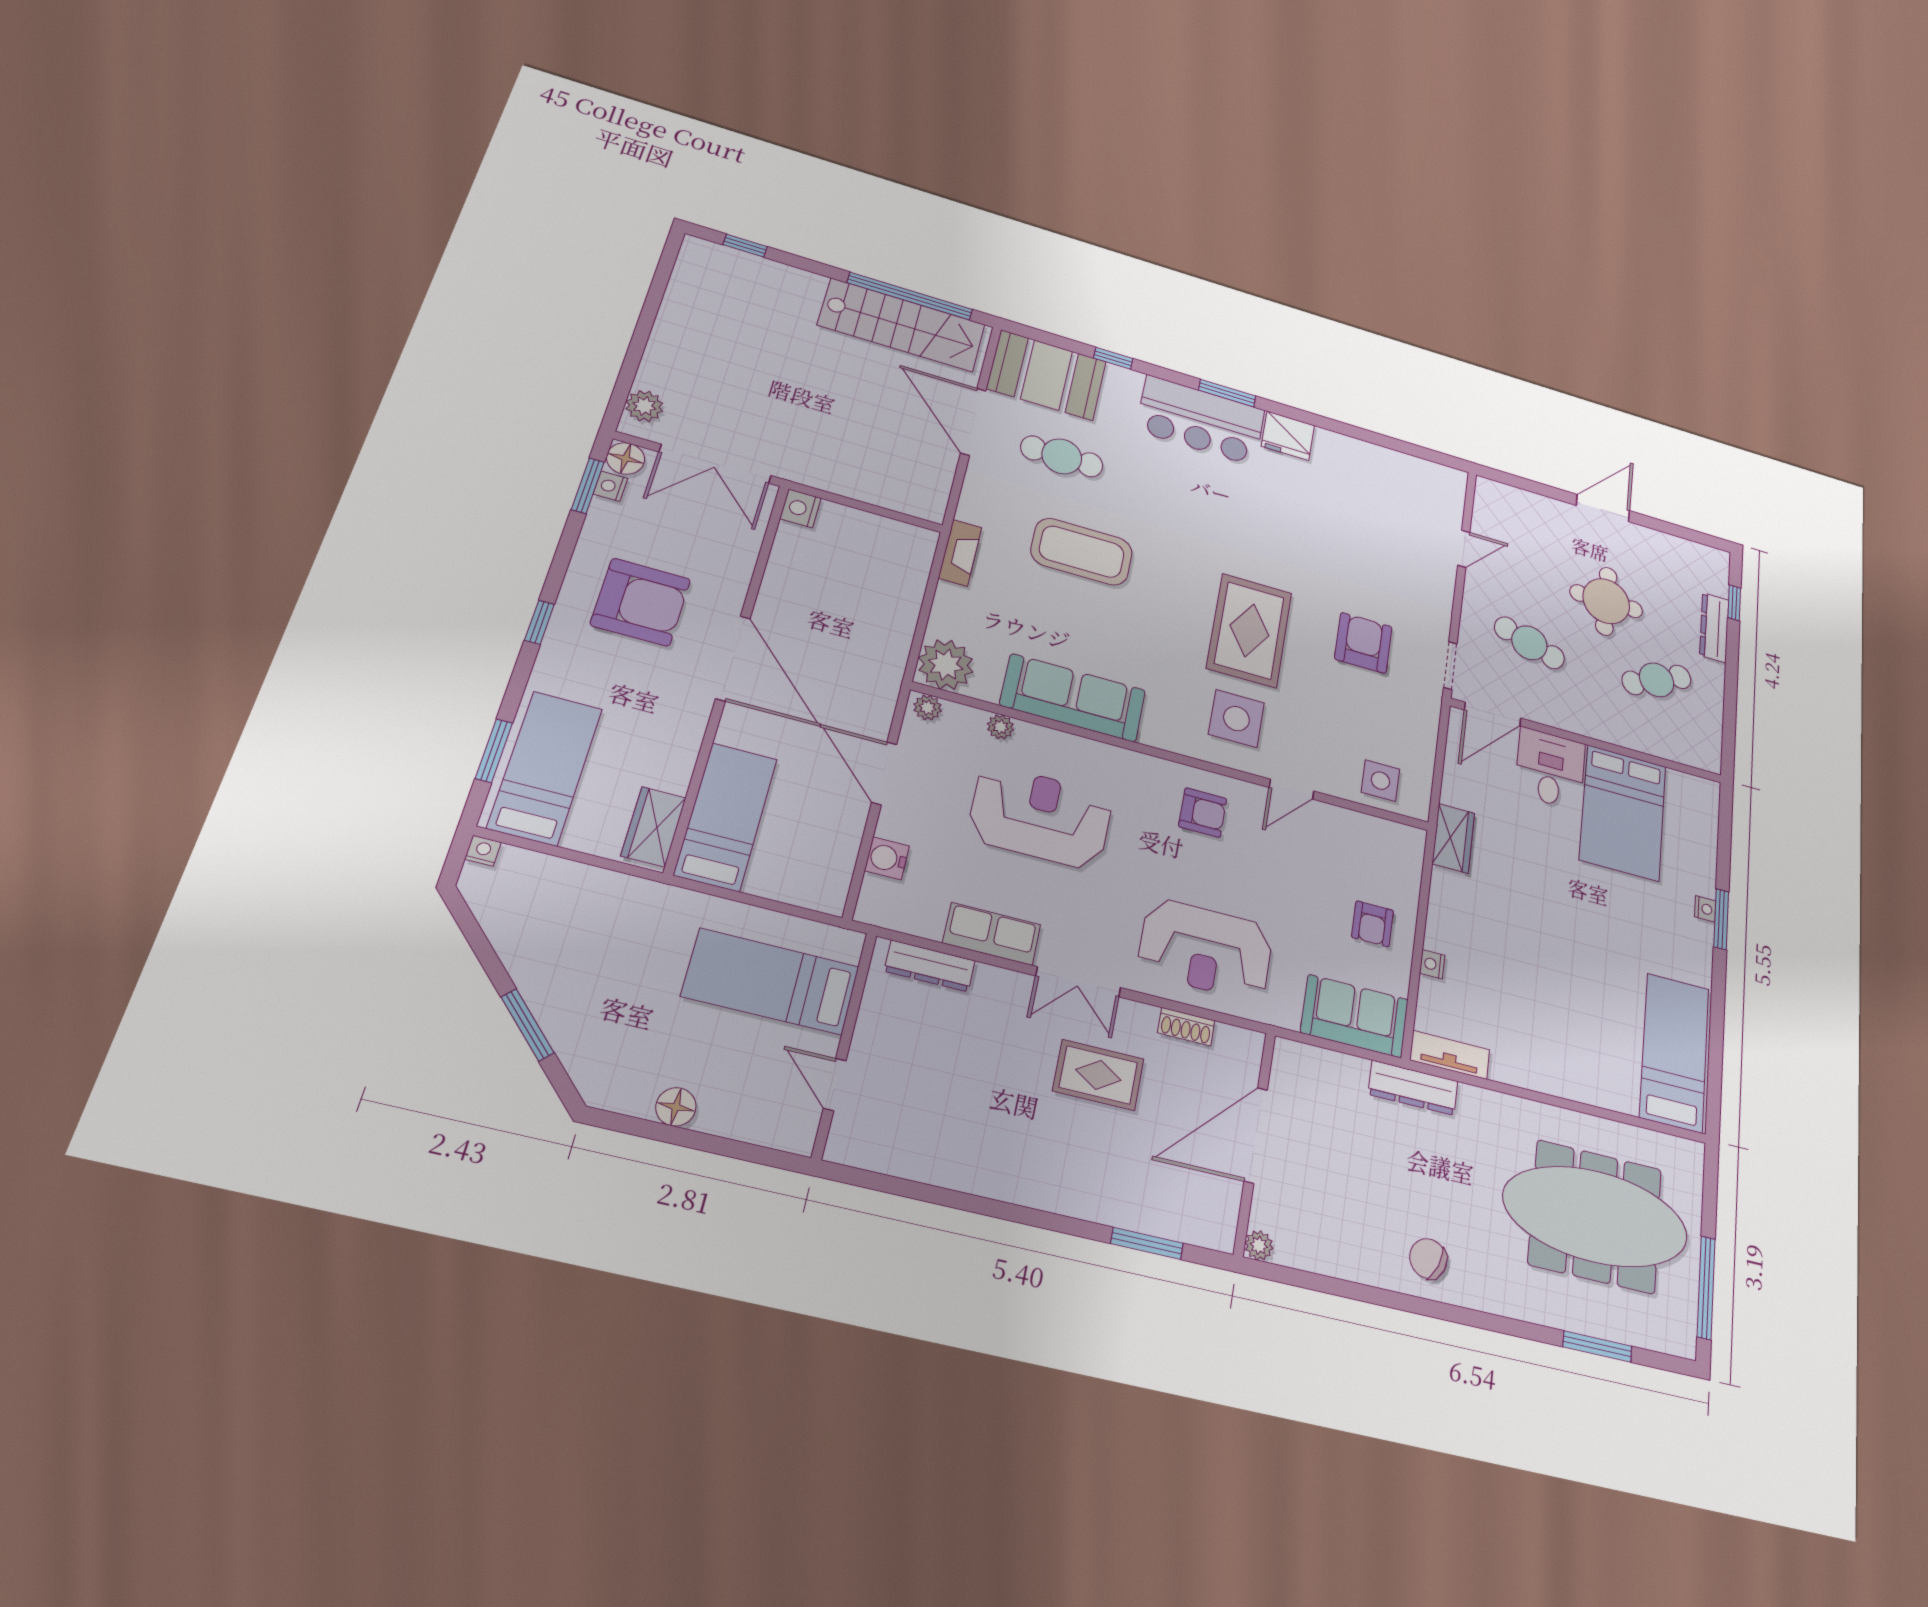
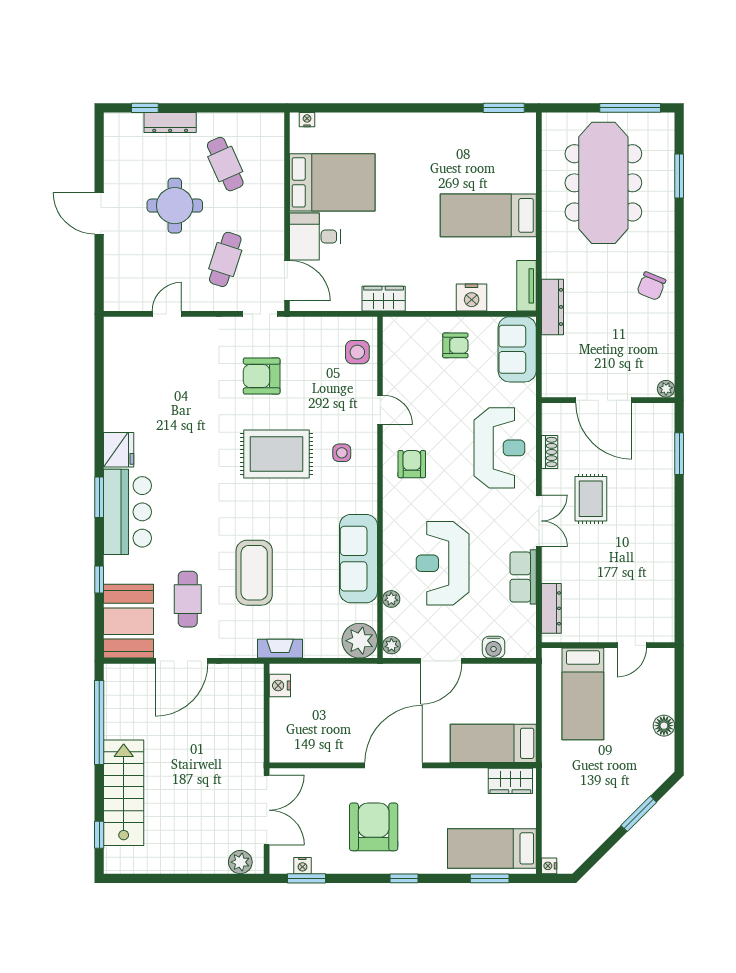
stairs: (902, 325) -> (124, 793), moved
floor lamp: (626, 458) -> (281, 862), removed
nightstand: (800, 508) -> (280, 686), moved, turned 90
door: (1464, 549) -> (167, 314), hinge flipped
side table: (1236, 719) -> (342, 453), width x0.54, depth x0.54
nightstand: (1705, 909) -> (307, 120), moved
window: (1721, 919) -> (504, 108), moved
nightstand: (1432, 964) -> (472, 297), width x1.89, depth x1.79
bed: (1674, 1052) -> (488, 215), moved

